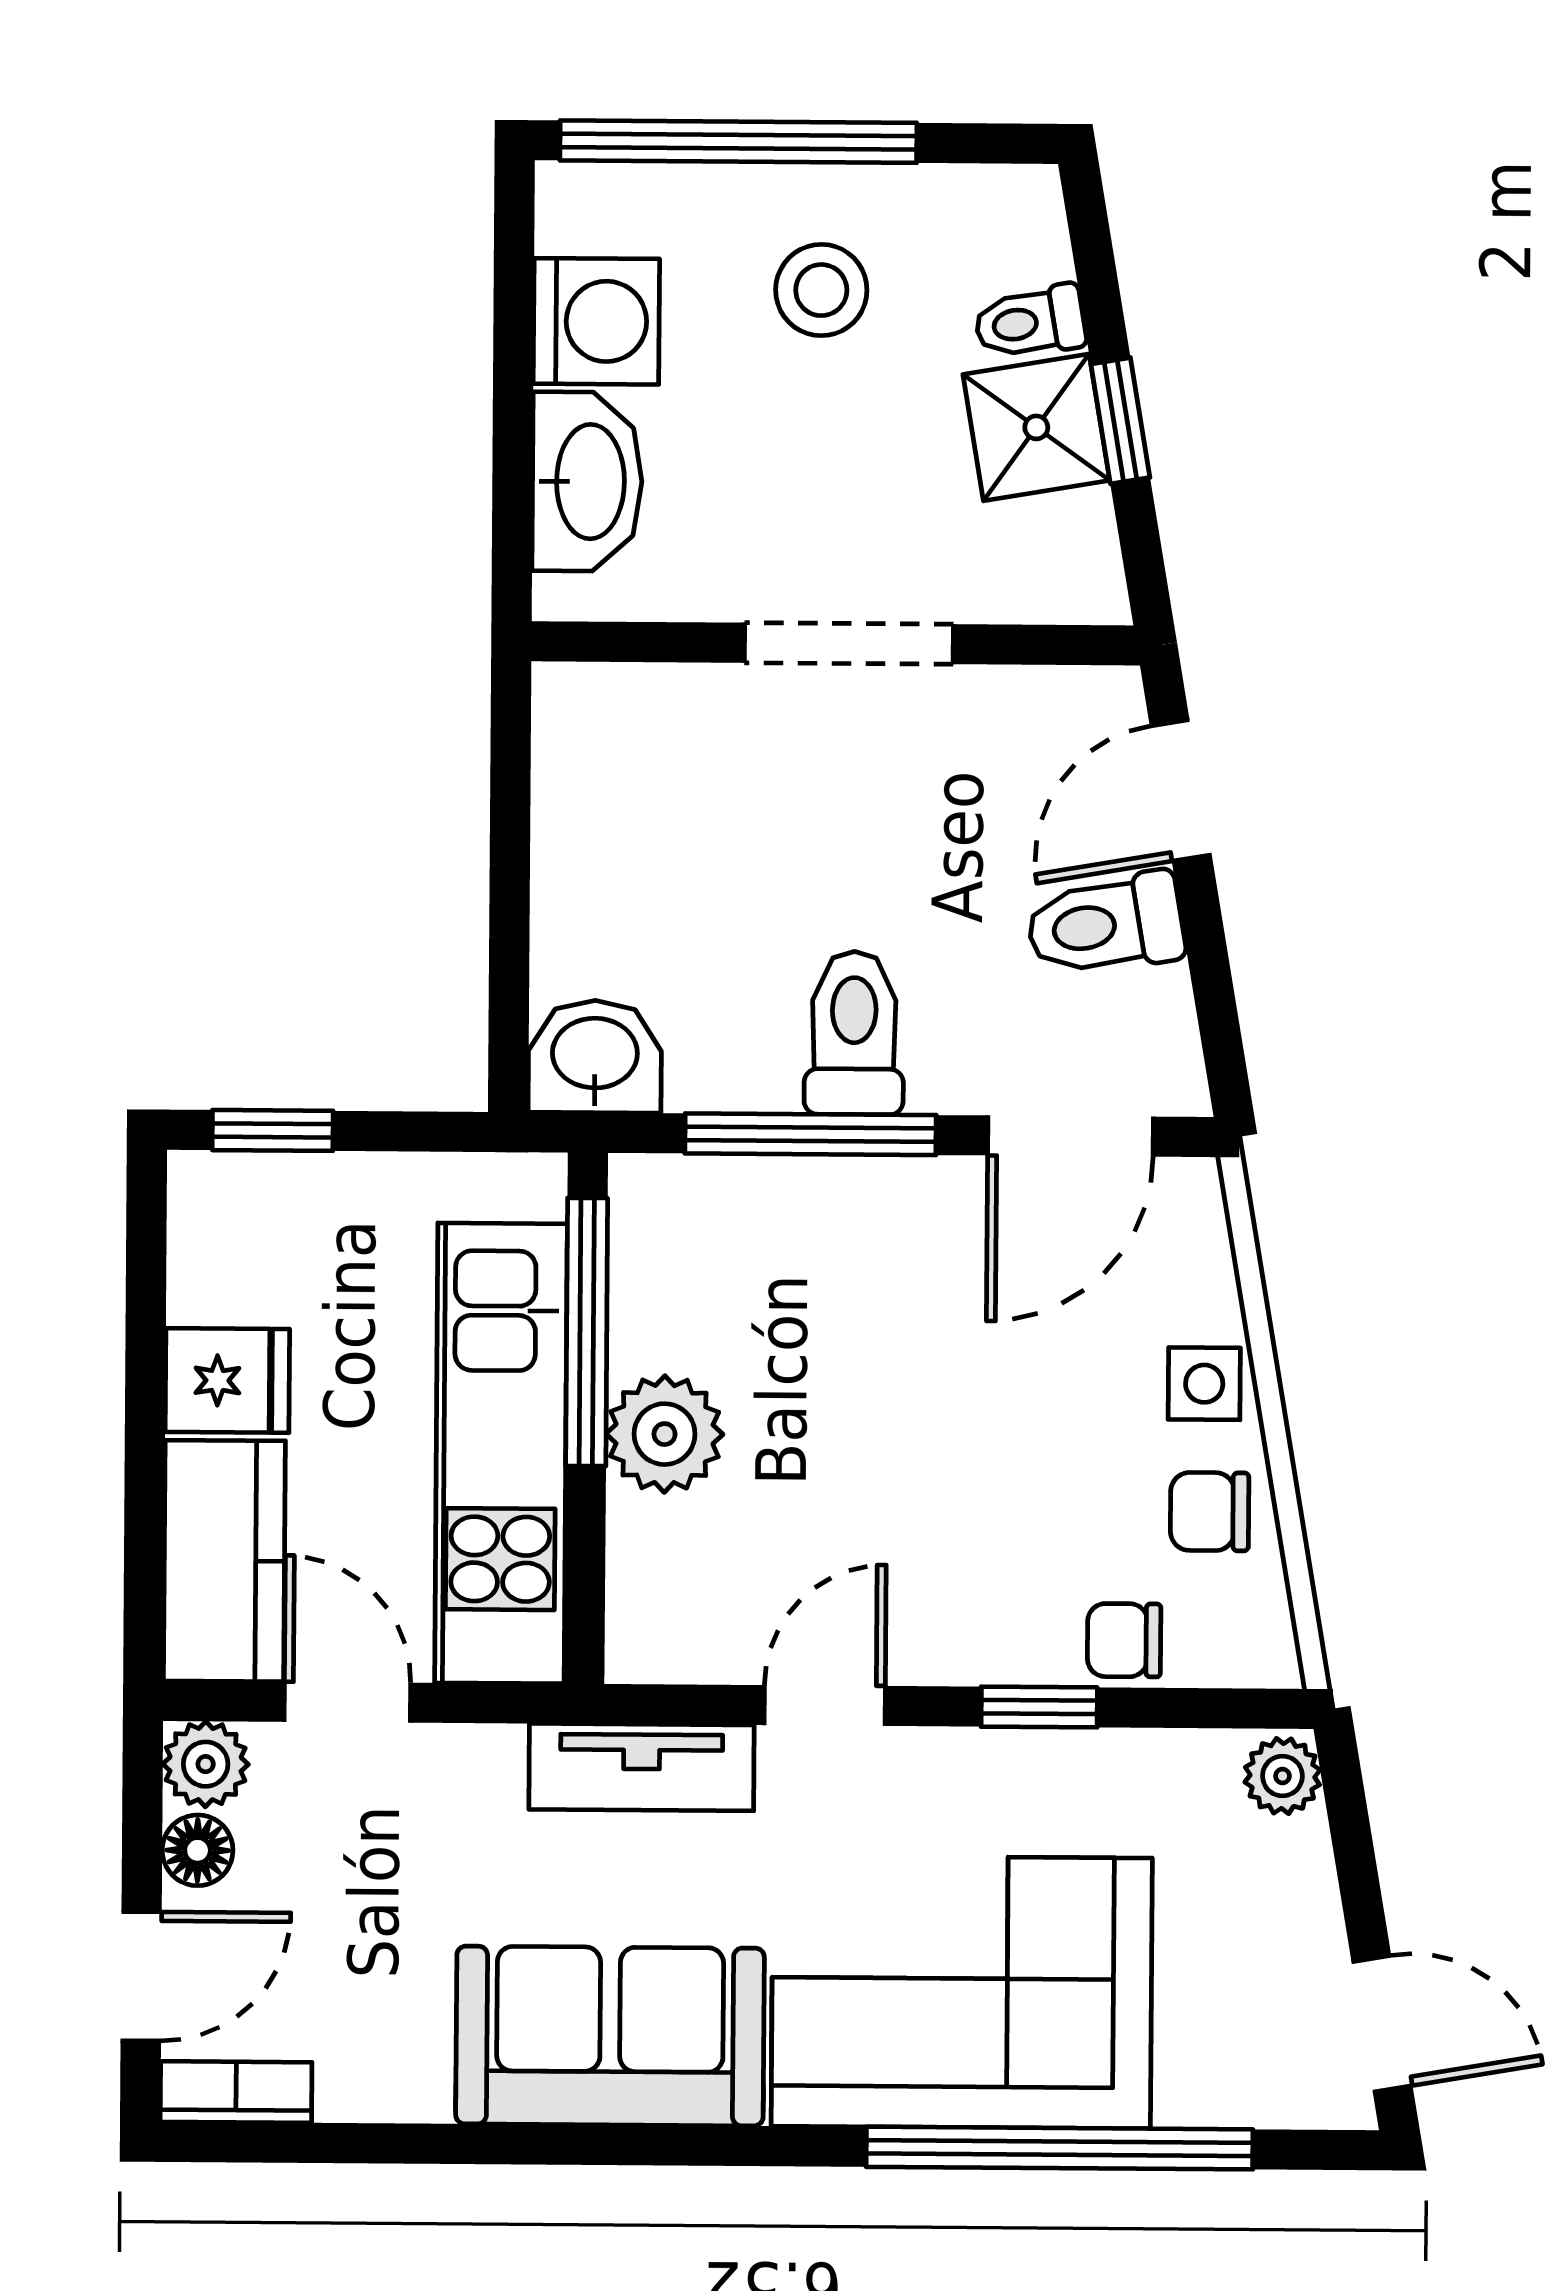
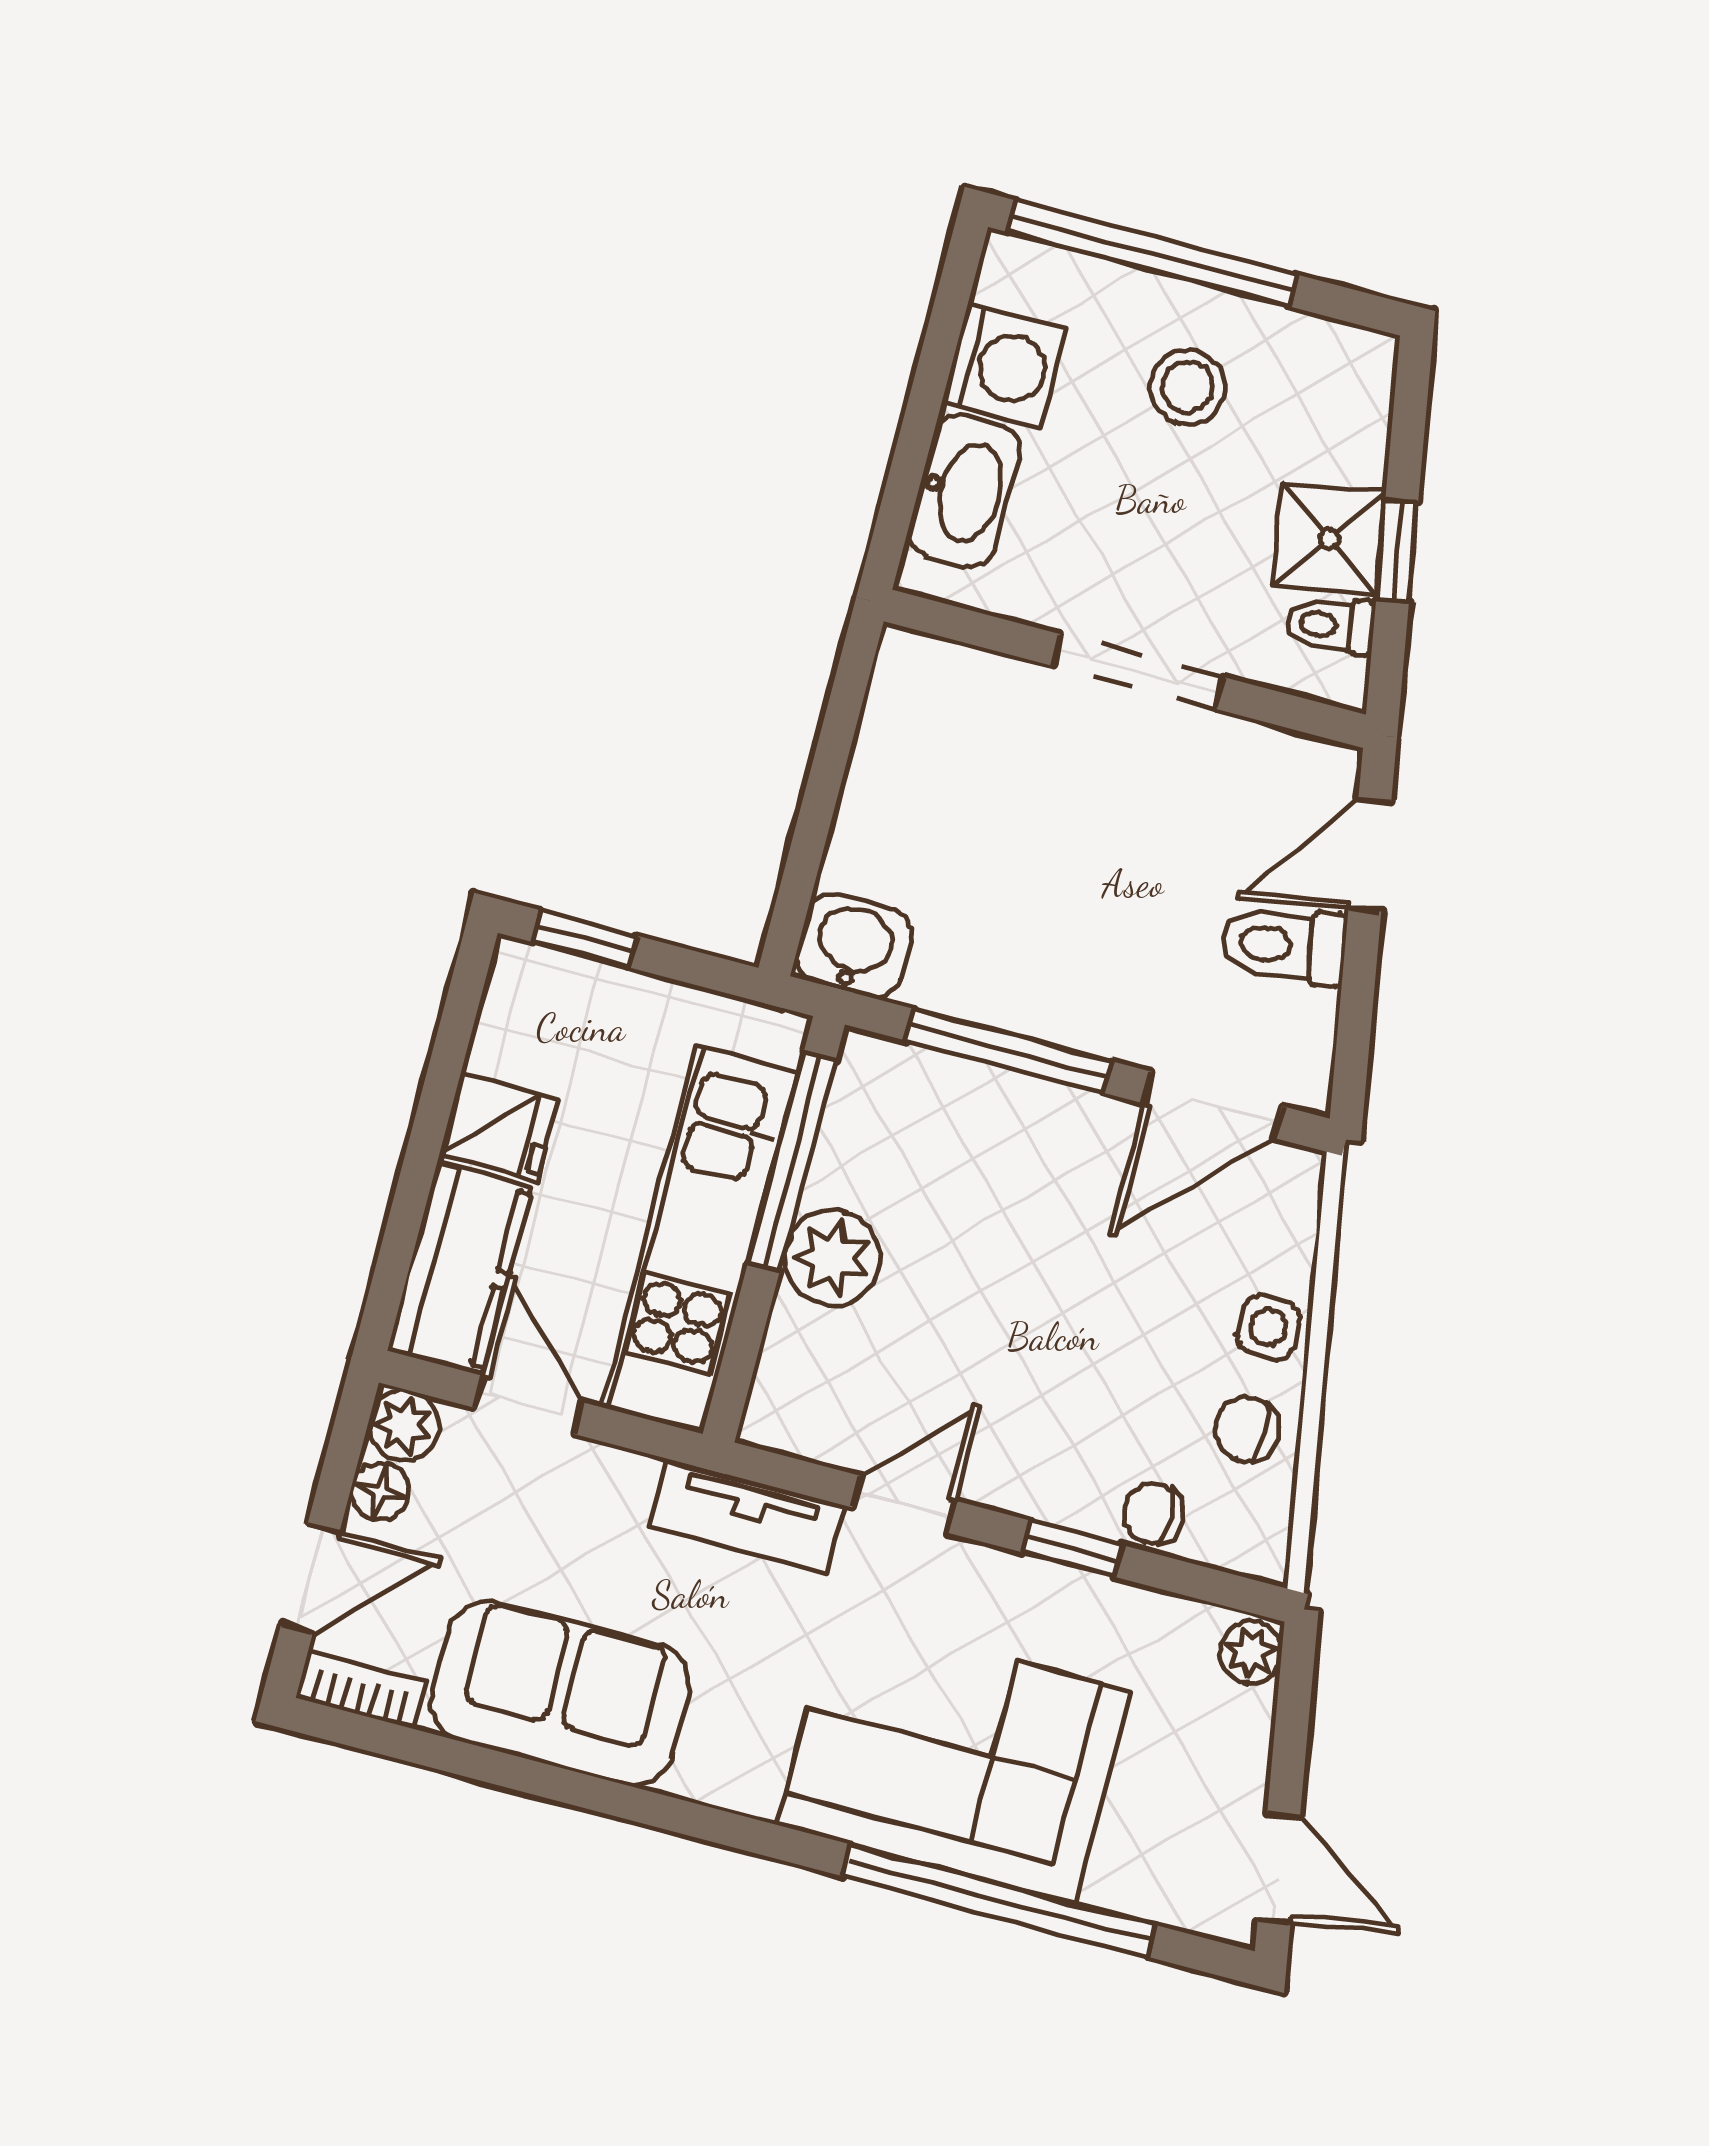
toilet: (1030, 322) -> (1331, 625), moved
toilet: (854, 1033) -> (1063, 980), removed
sofa: (610, 2036) -> (560, 1693), moved

